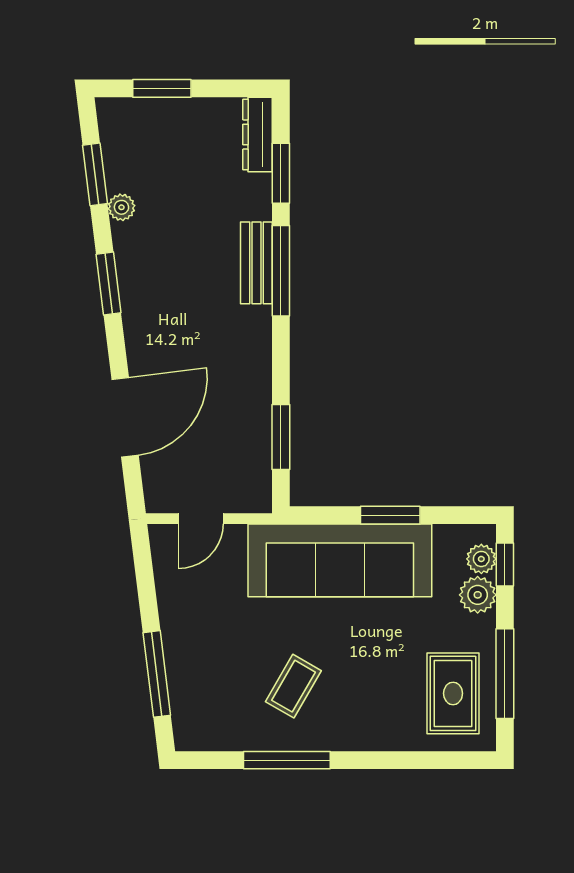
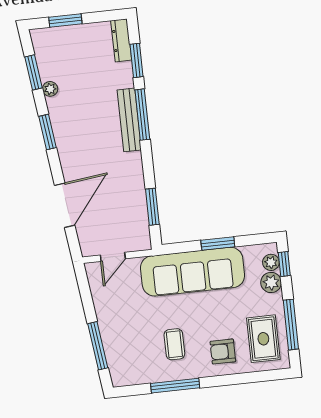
bench: (256, 263) -> (129, 120), width x1.36
coffee table: (293, 686) -> (174, 344), turned -30
armchair: (378, 708) -> (223, 352), added

